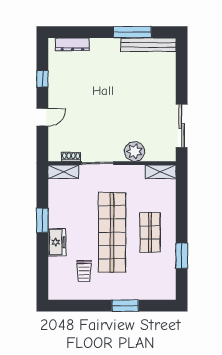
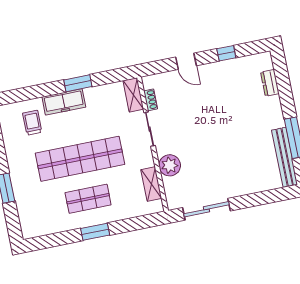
dresser: (72, 44) -> (270, 83), width x0.70
shelving: (161, 172) -> (151, 184), moved
freezer: (57, 242) -> (64, 102), width x1.40
window: (182, 256) -> (95, 232), moved
trolley: (84, 271) -> (32, 123), moved, turned 90

